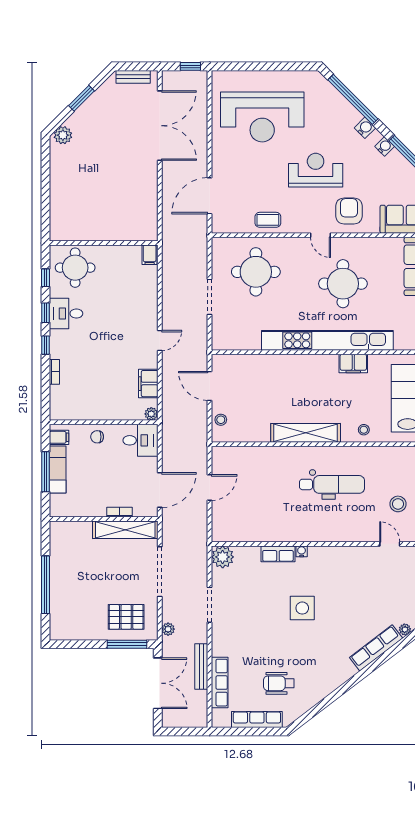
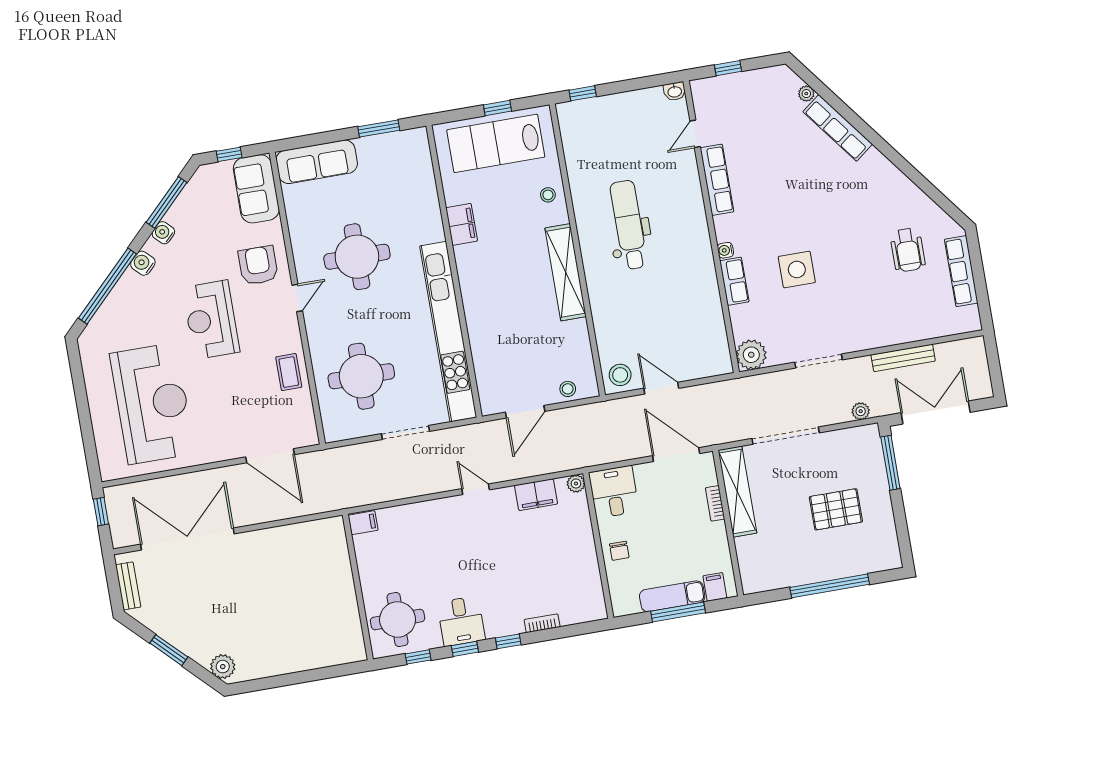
armchair: (349, 211) -> (258, 265), turned 90
kitchen unit: (327, 340) -> (448, 332), moved
filing cabinet: (59, 437) -> (715, 587), moved
stool: (398, 504) -> (620, 375), moved
side table: (302, 608) -> (797, 269), moved
pallet: (126, 617) -> (836, 509), moved, turned 90
row of seats: (220, 683) -> (717, 180), moved, turned 90

